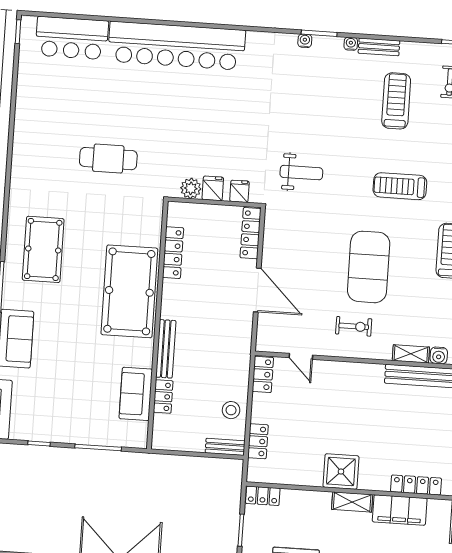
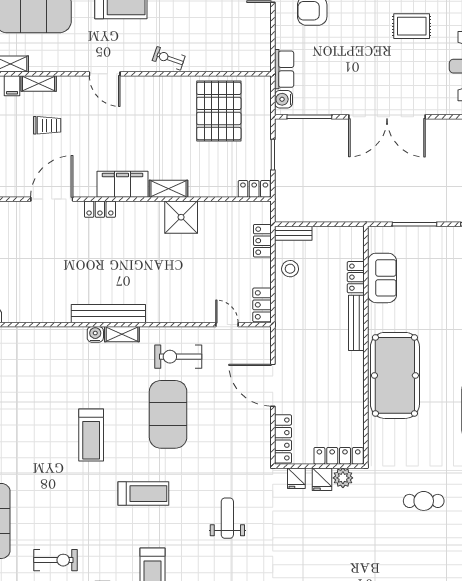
cafe table: (108, 159) -> (424, 501), width x0.73, depth x0.74
weight bench: (301, 173) -> (227, 518), moved, turned 90
locker: (173, 253) -> (339, 456), moved, turned 90
exercise bike: (354, 326) -> (178, 357), width x1.38, depth x1.39
locker: (416, 485) -> (100, 209), width x0.66

